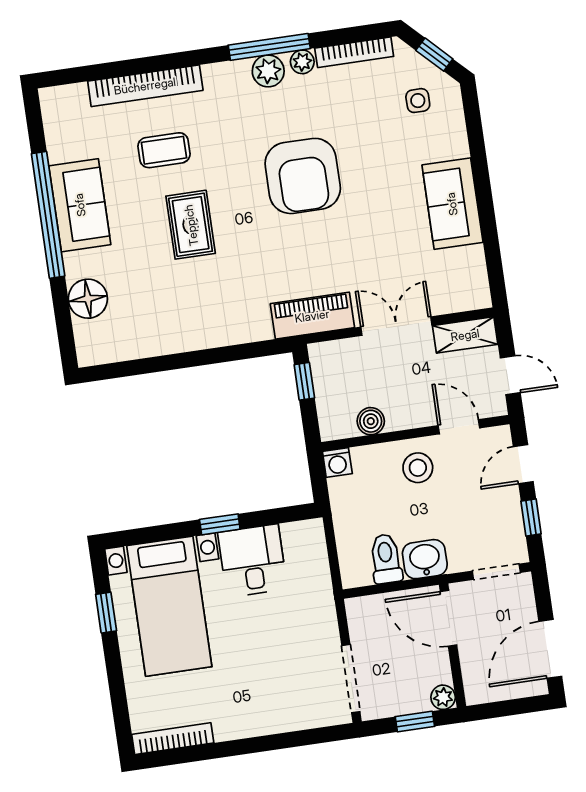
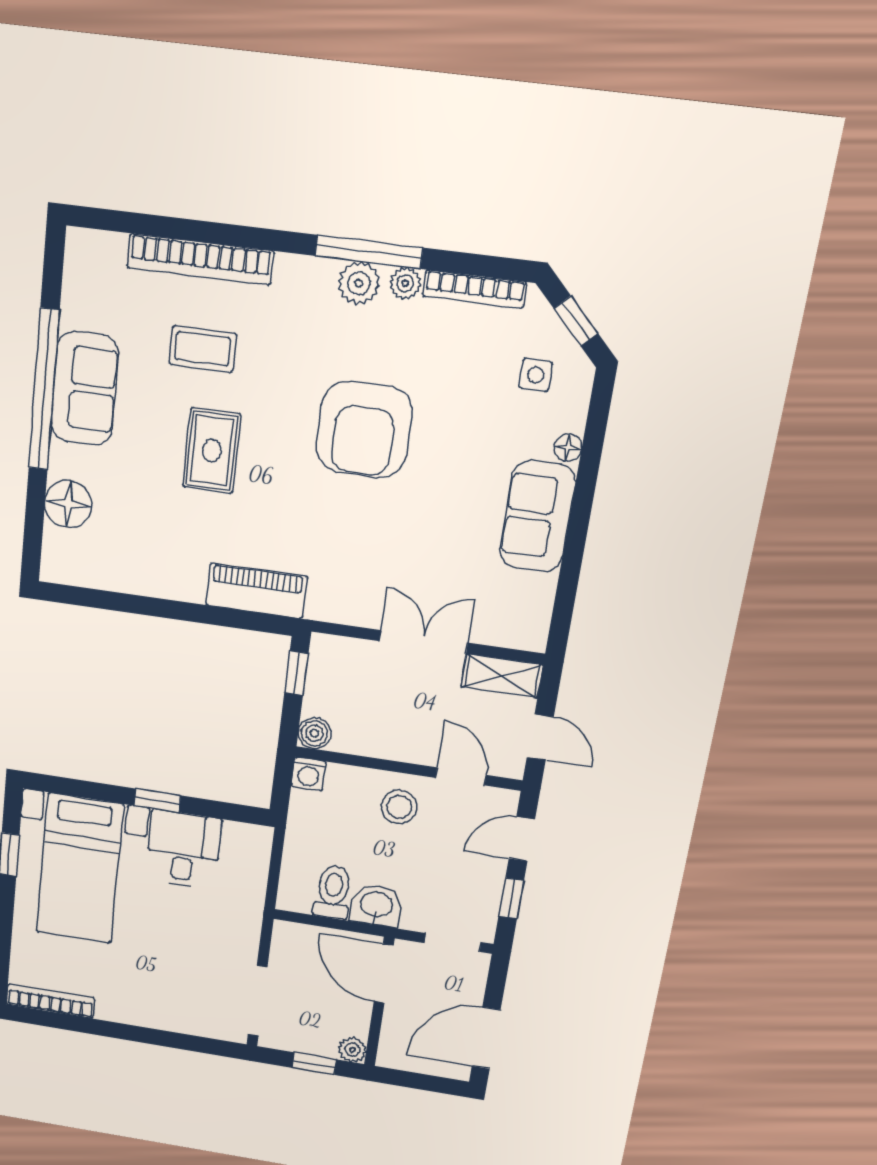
floor lamp: (458, 146) -> (568, 448), added
piano: (312, 316) -> (256, 591), moved
boiler: (371, 421) -> (314, 733), moved

